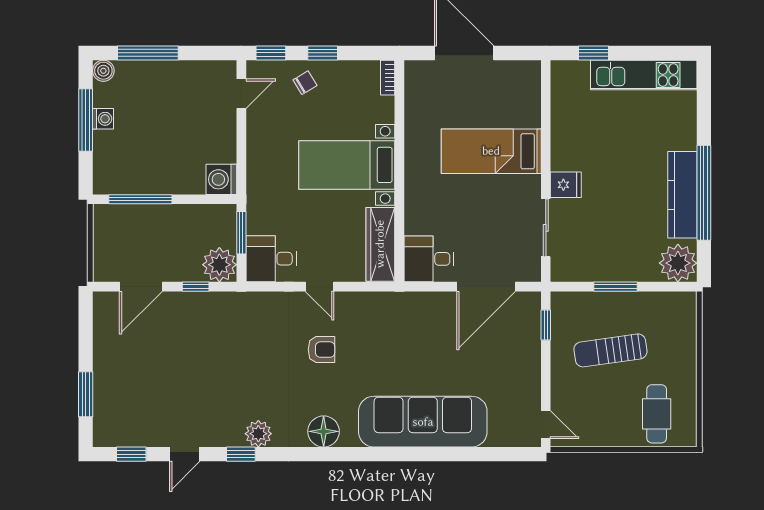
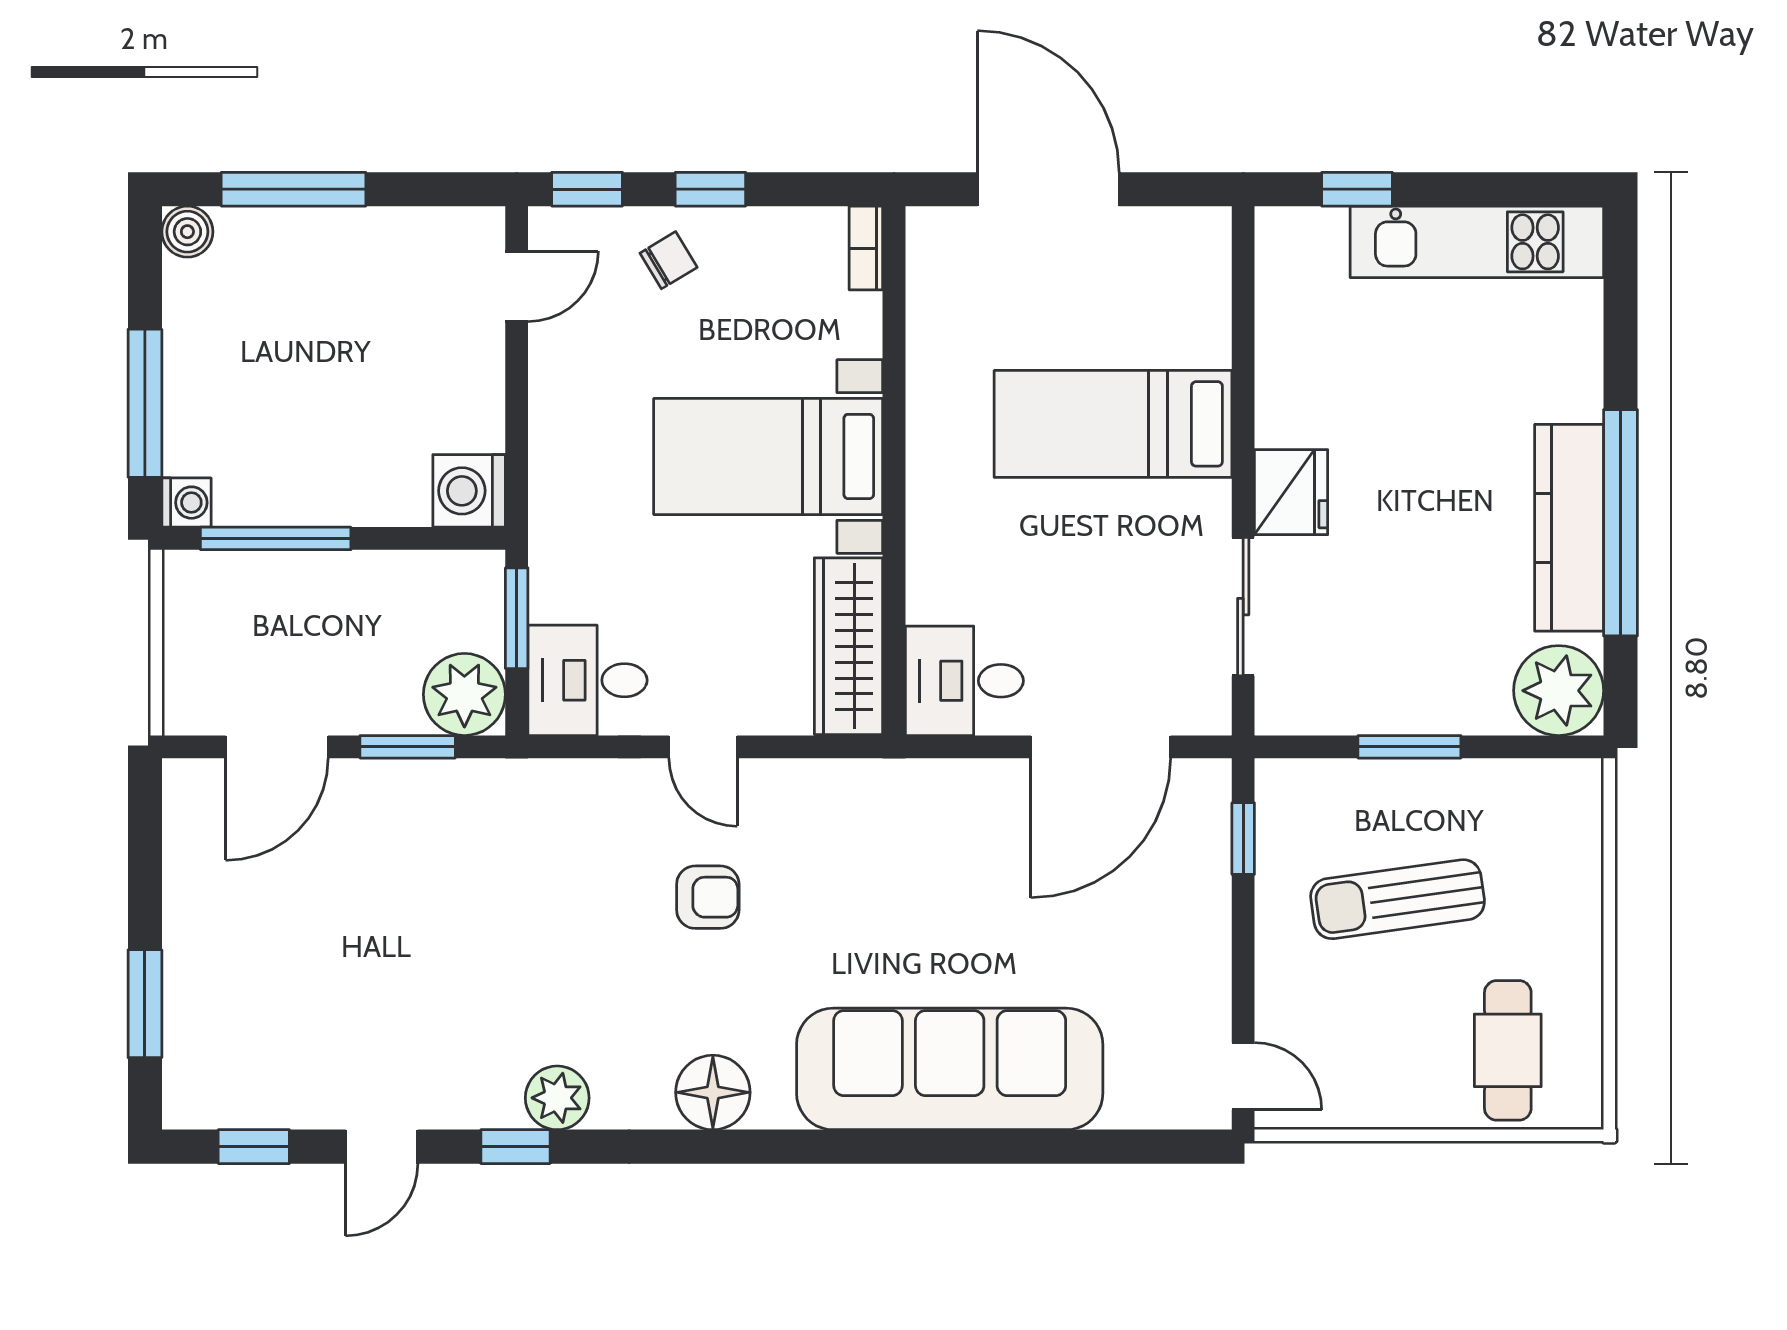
washing machine: (103, 119) -> (186, 503), moved
window: (86, 120) -> (145, 403), moved
fridge: (566, 185) -> (1291, 492), width x1.38
window: (196, 287) -> (408, 747), width x1.50

